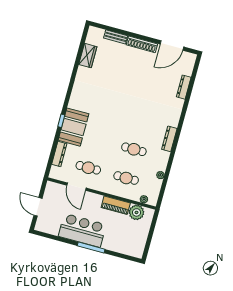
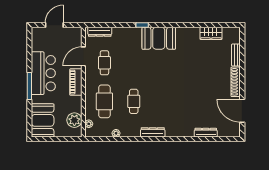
booth: (74, 127) -> (159, 38), moved
dresser: (59, 154) -> (100, 32), moved
cafe table: (126, 178) -> (104, 101), width x1.37, depth x1.35
piano: (116, 205) -> (76, 82), moved
booth: (128, 244) -> (43, 120), added

